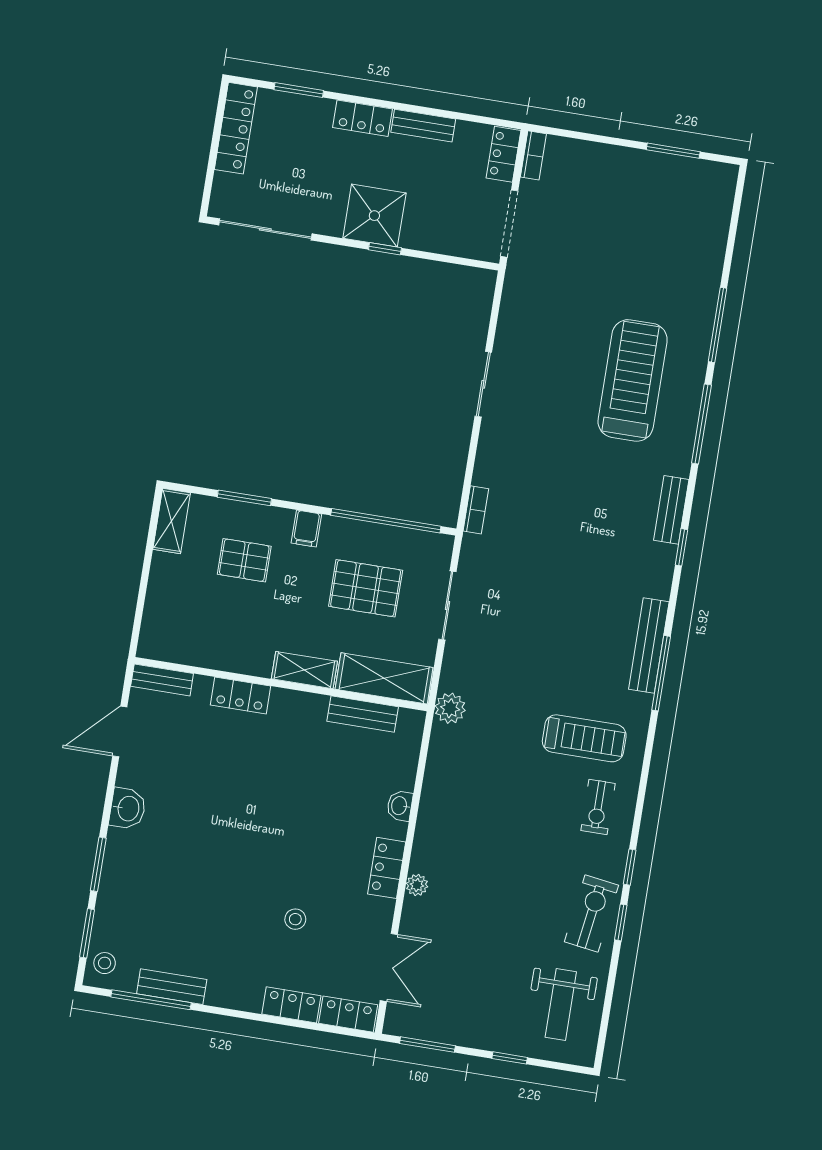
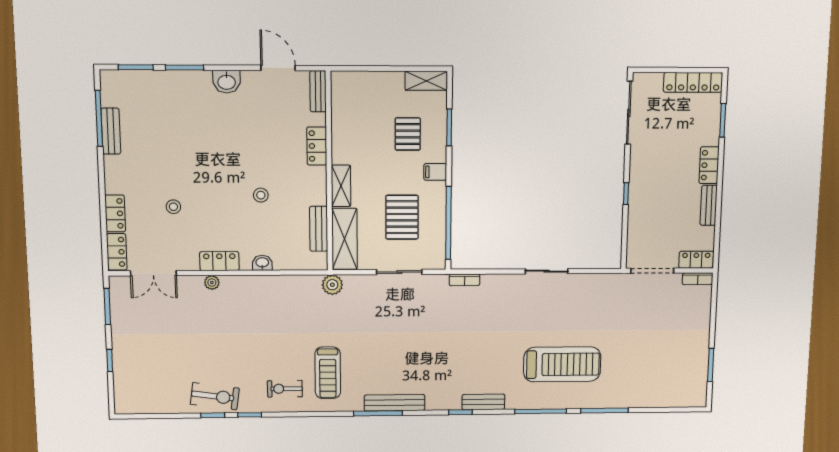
shower: (374, 216) -> (647, 183), removed
stool: (105, 963) -> (261, 195), moved
weight bench: (561, 1005) -> (152, 387), removed

